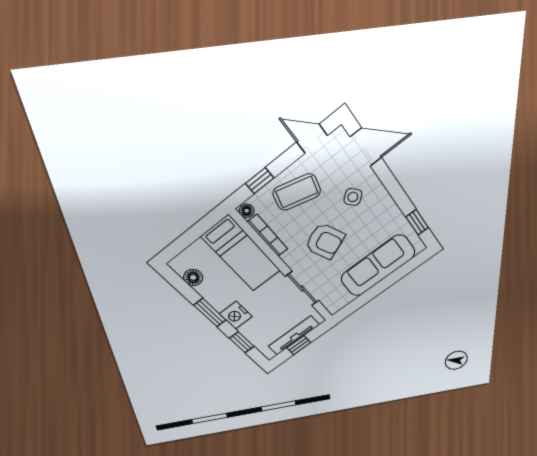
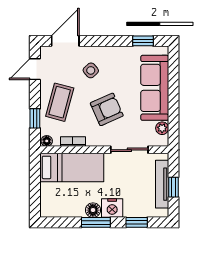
bookcase: (268, 235) -> (73, 142), width x0.64
floor lamp: (193, 277) -> (93, 210), moved
plant: (345, 299) -> (162, 128), added

